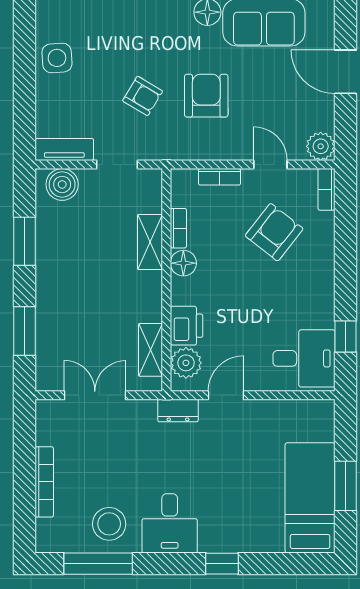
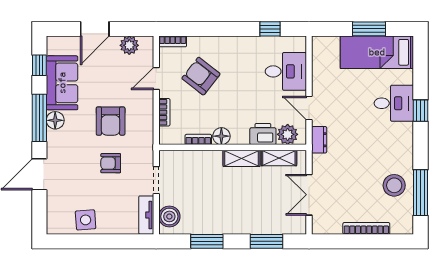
armchair: (143, 96) -> (111, 163), turned -121
armchair: (206, 96) -> (111, 121), turned -90
plant: (321, 146) -> (129, 45), moved
shelving: (150, 242) -> (242, 158), moved
desk: (304, 358) -> (286, 71), moved, turned 90
desk: (170, 523) -> (394, 103), moved

